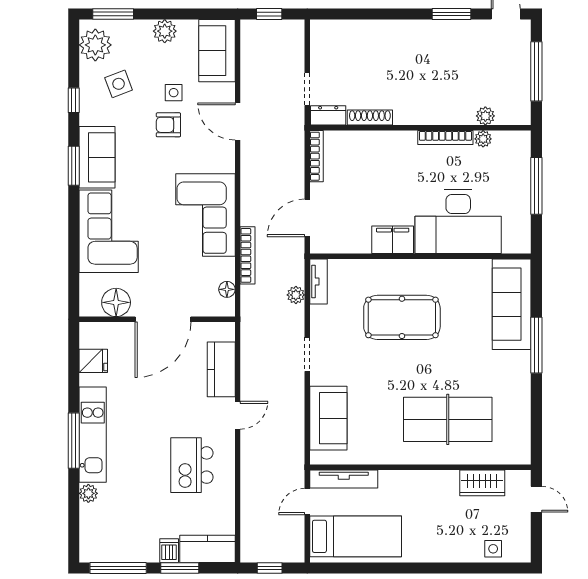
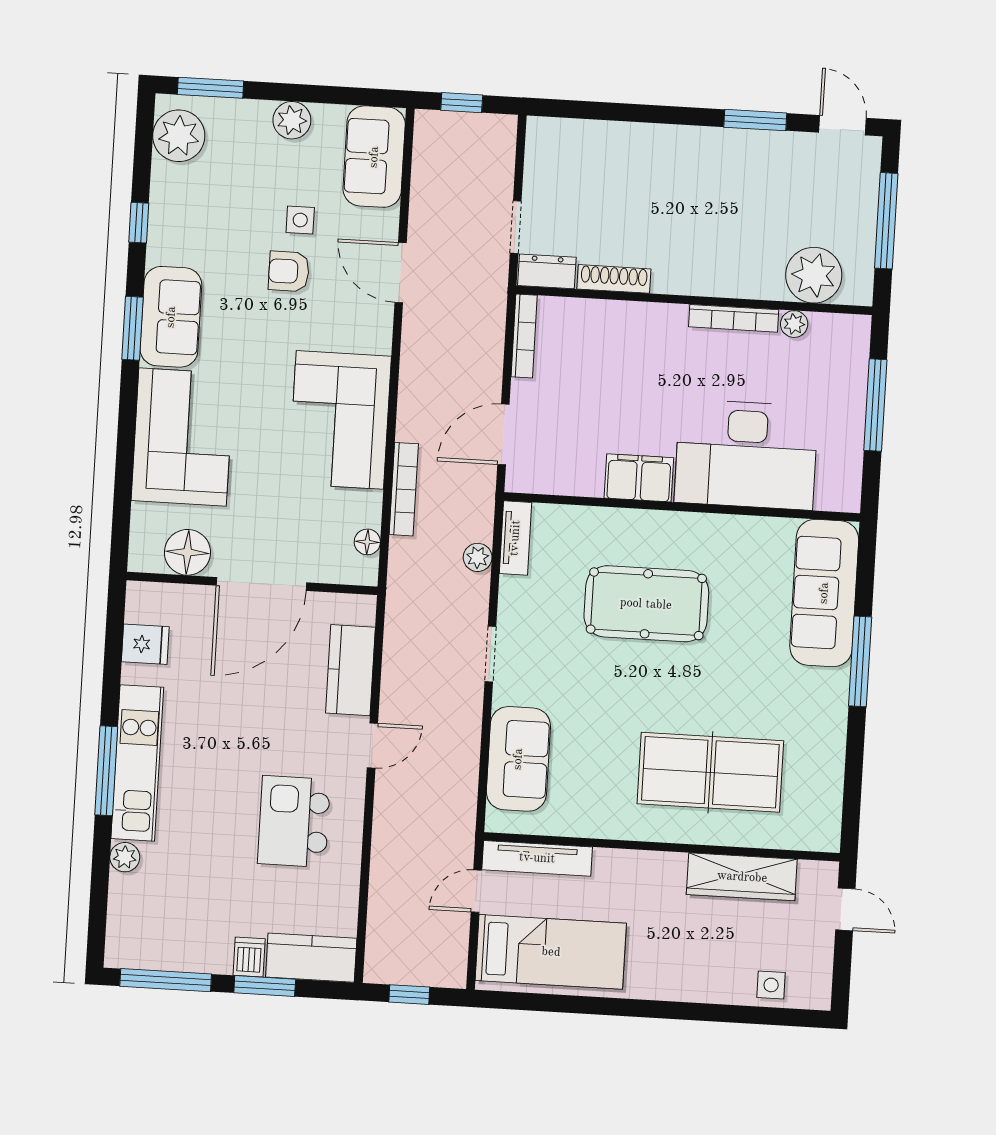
side table: (119, 84) -> (212, 201), removed
plant: (485, 116) -> (814, 275), width x1.87, depth x1.87
wardrobe: (482, 483) -> (742, 877), width x1.50

